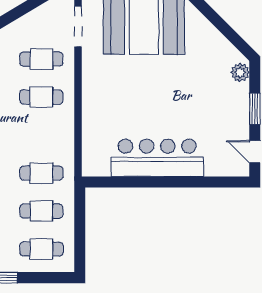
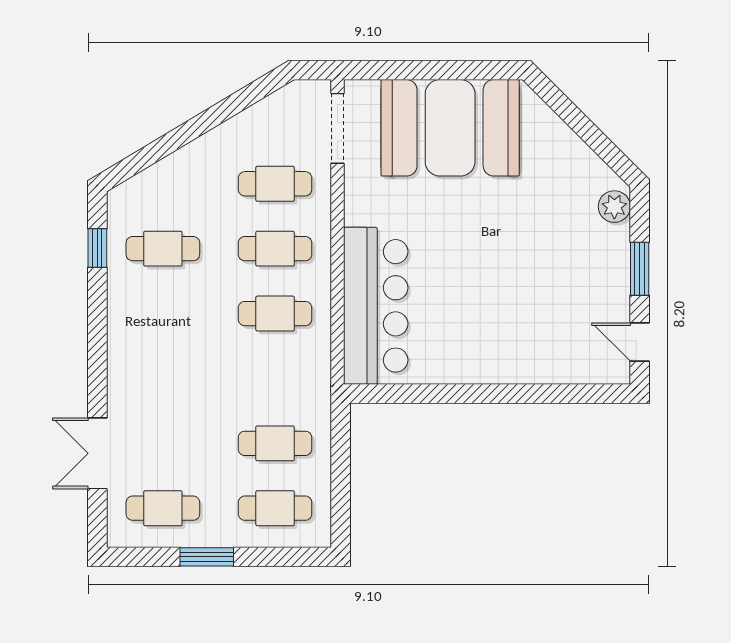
bar counter: (157, 158) -> (376, 306), moved, turned 90
cafe table: (41, 173) -> (275, 314), moved

